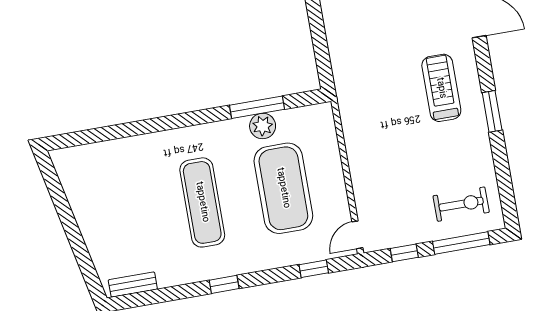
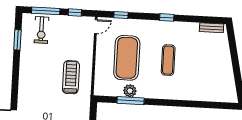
treadmill: (441, 88) -> (71, 77), moved, turned 180
window: (492, 111) -> (17, 40), moved
exercise mat: (202, 202) -> (168, 60), width x0.73, depth x0.69
exercise bike: (461, 204) -> (41, 30), turned -90

